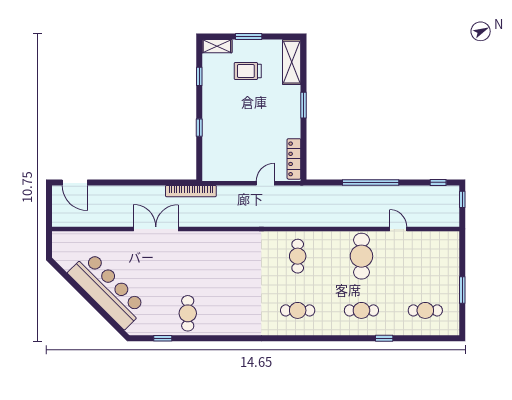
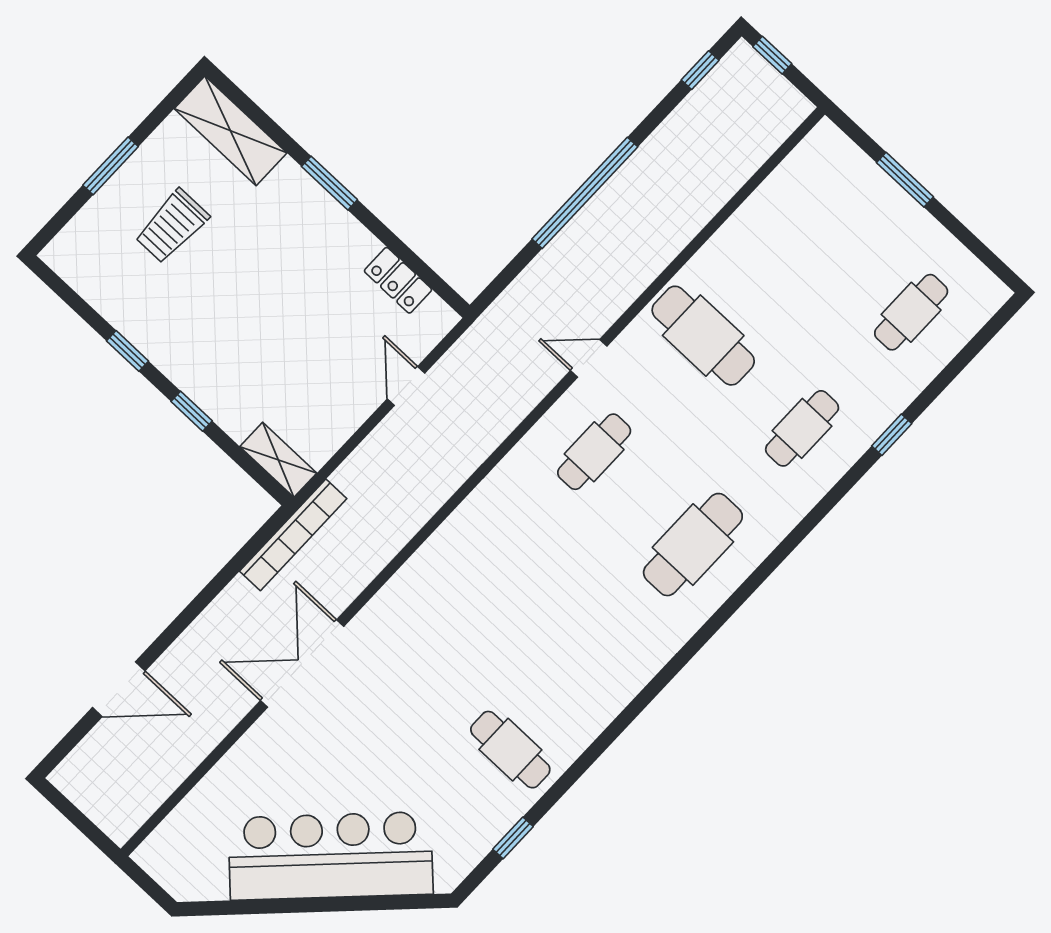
shelving: (217, 46) -> (278, 460), moved, turned 90
window: (199, 76) -> (128, 351), moved
locker: (294, 159) -> (398, 280), width x0.66
door: (75, 182) -> (119, 689), moved
door: (398, 229) -> (589, 358), moved
cafe table: (298, 256) -> (594, 452), turned 90
window: (462, 290) -> (905, 180), moved
cafe table: (298, 310) -> (693, 545), width x1.37, depth x1.35

